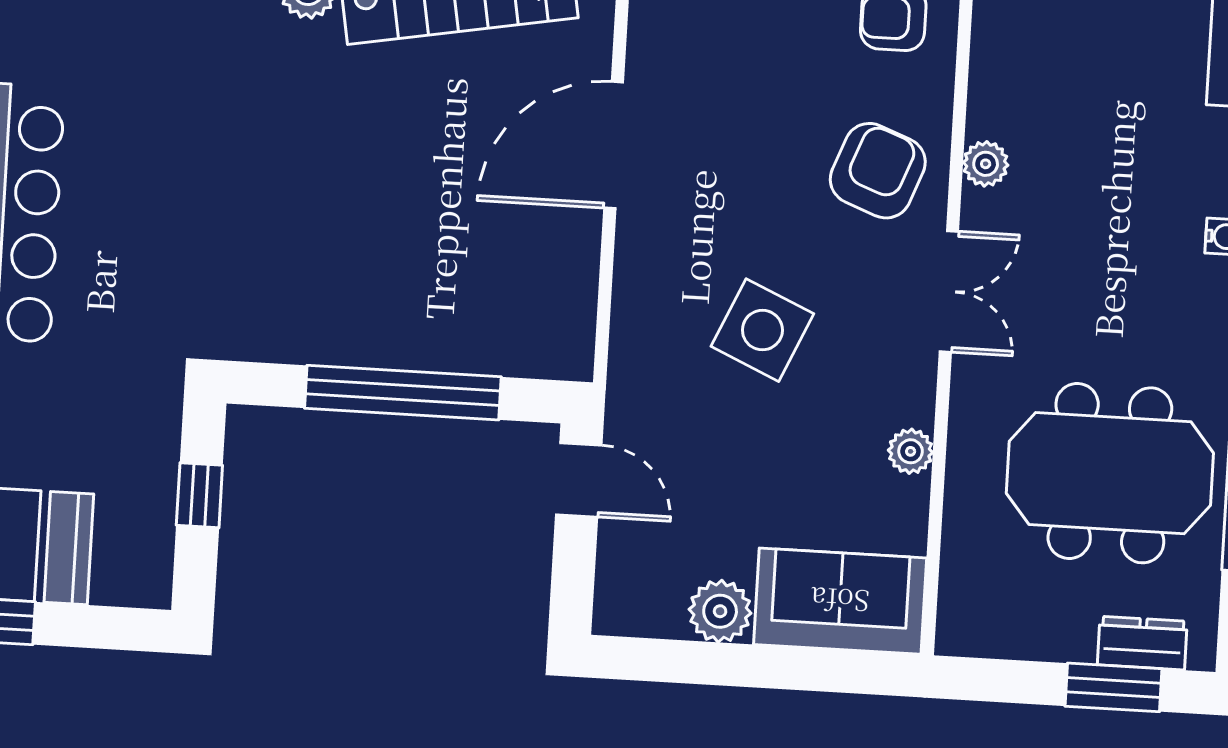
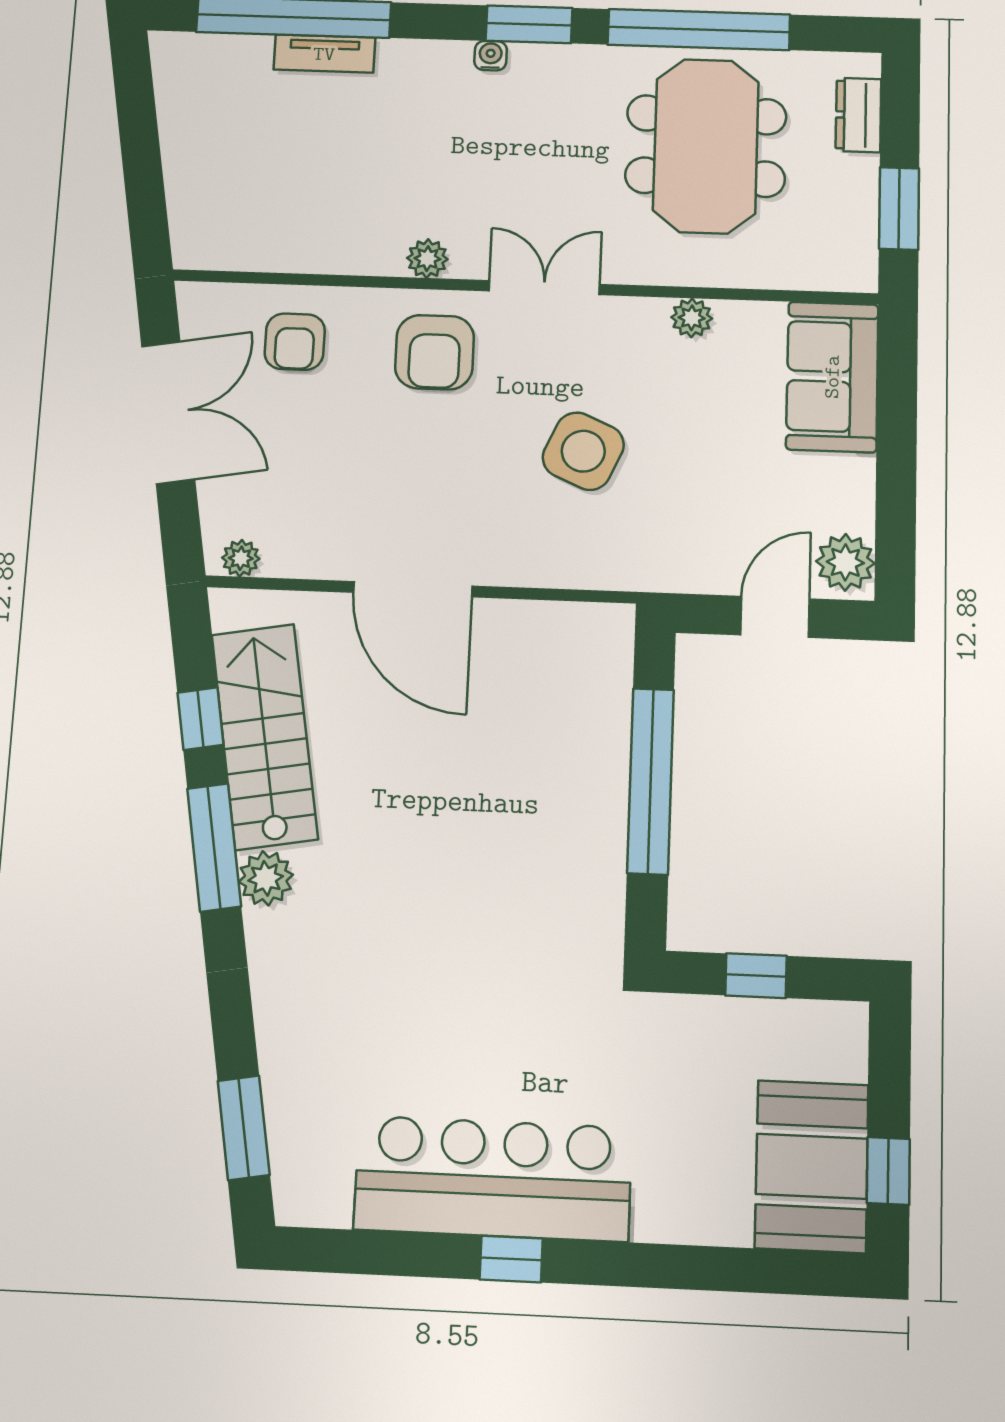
armchair: (878, 171) -> (435, 352), turned -111
door: (579, 480) -> (775, 617), moved
plant: (720, 611) -> (845, 562), moved
window: (1113, 687) -> (899, 208), moved

